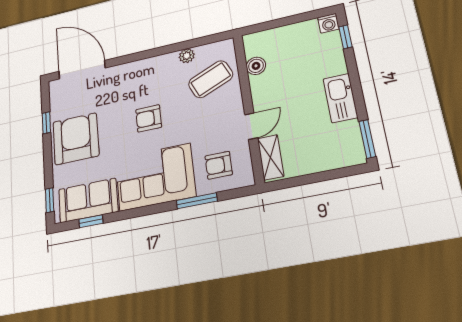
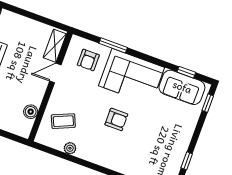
coffee table: (211, 79) -> (63, 121), width x0.73, depth x0.77
armchair: (76, 139) -> (171, 136), removed
armchair: (219, 165) -> (88, 60), turned 90

